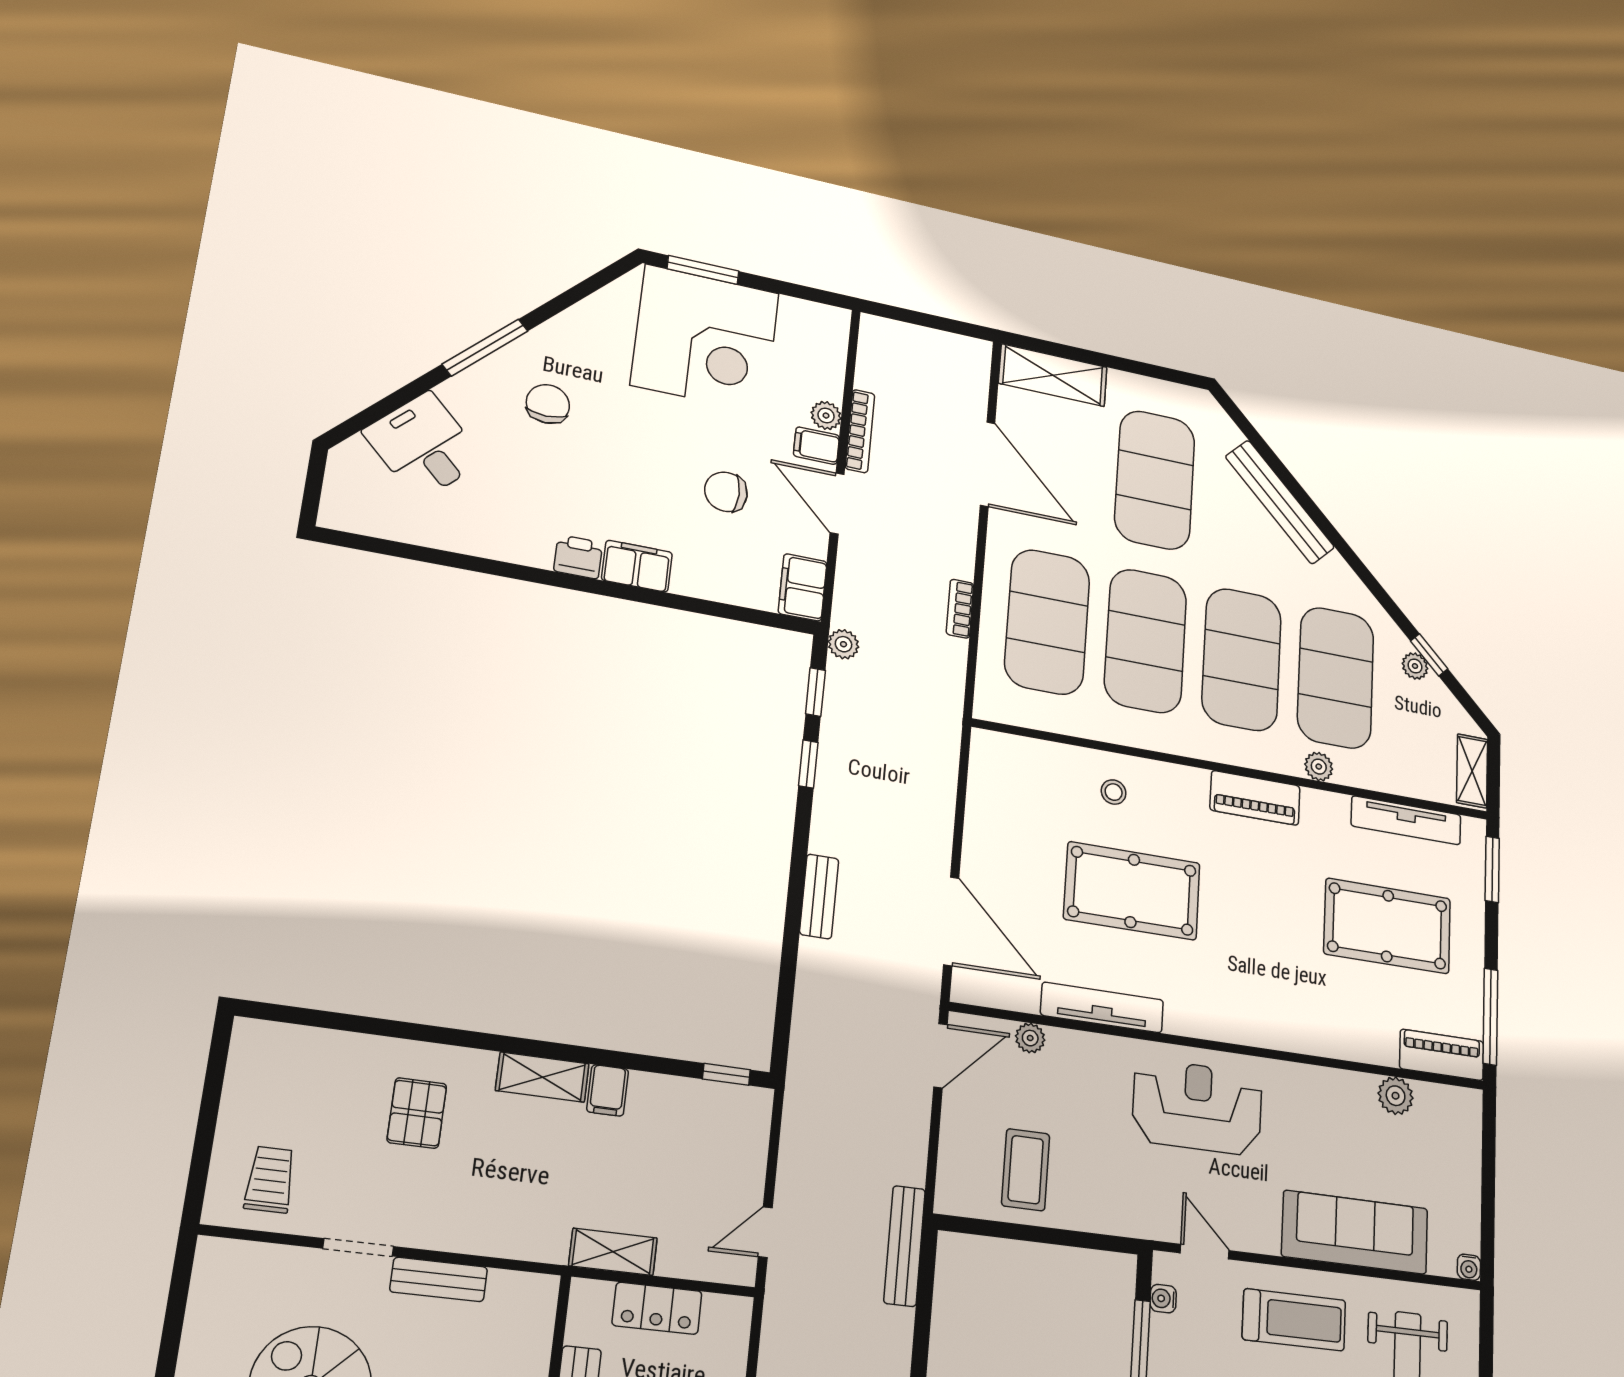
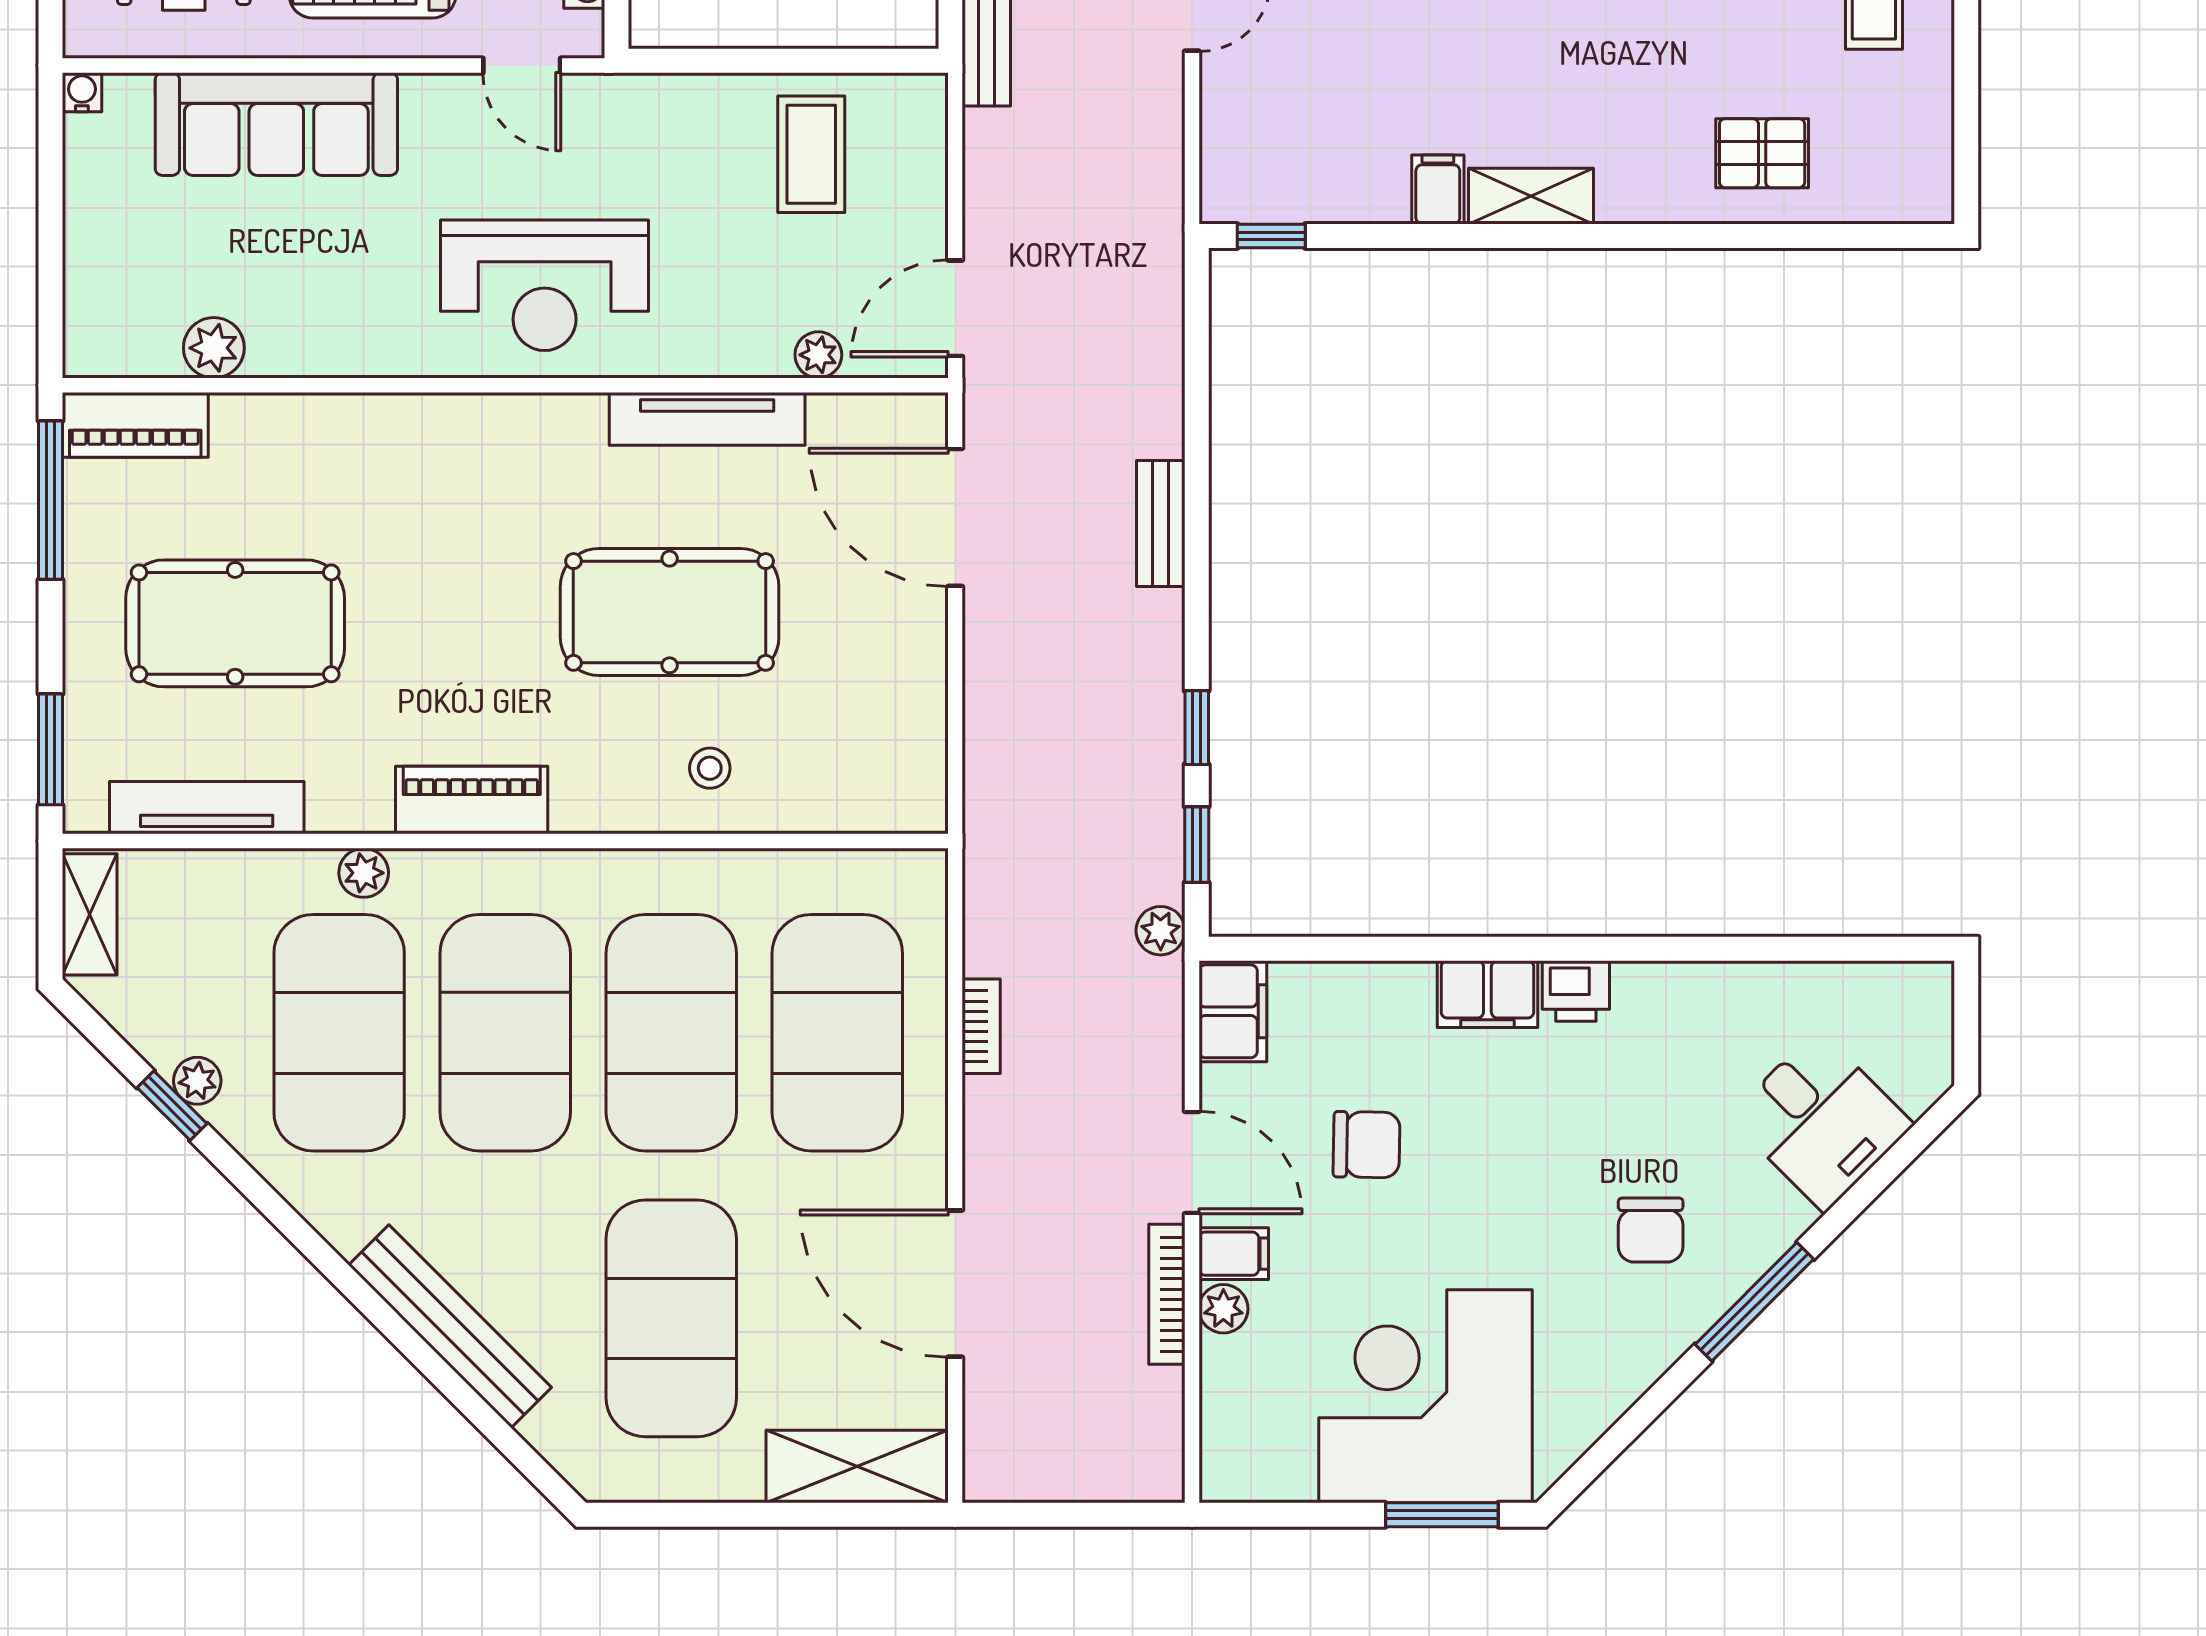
pallet: (417, 1113) -> (1762, 153), moved, turned 90

